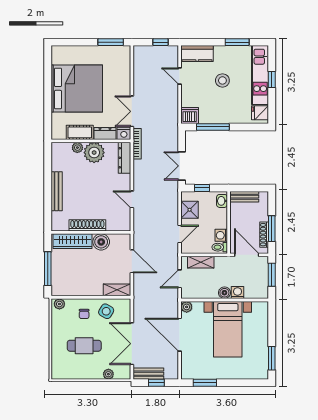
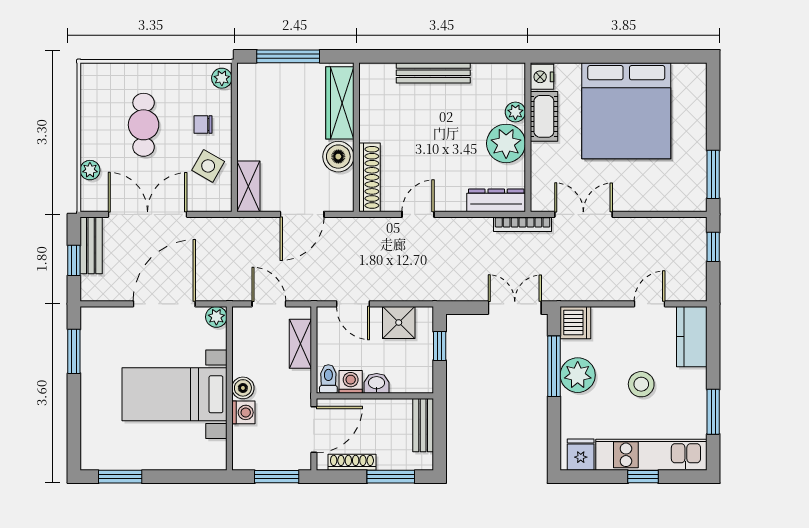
window: (161, 42) -> (713, 247), moved
plant: (218, 114) -> (578, 375), added
dresser: (105, 133) -> (542, 164), removed
nightstand: (124, 133) -> (542, 77), moved
double door: (182, 166) -> (515, 308), moved
washbasin: (222, 201) -> (377, 383), moved
shoe rack: (87, 225) -> (369, 177), moved
window: (272, 229) -> (391, 477), moved

